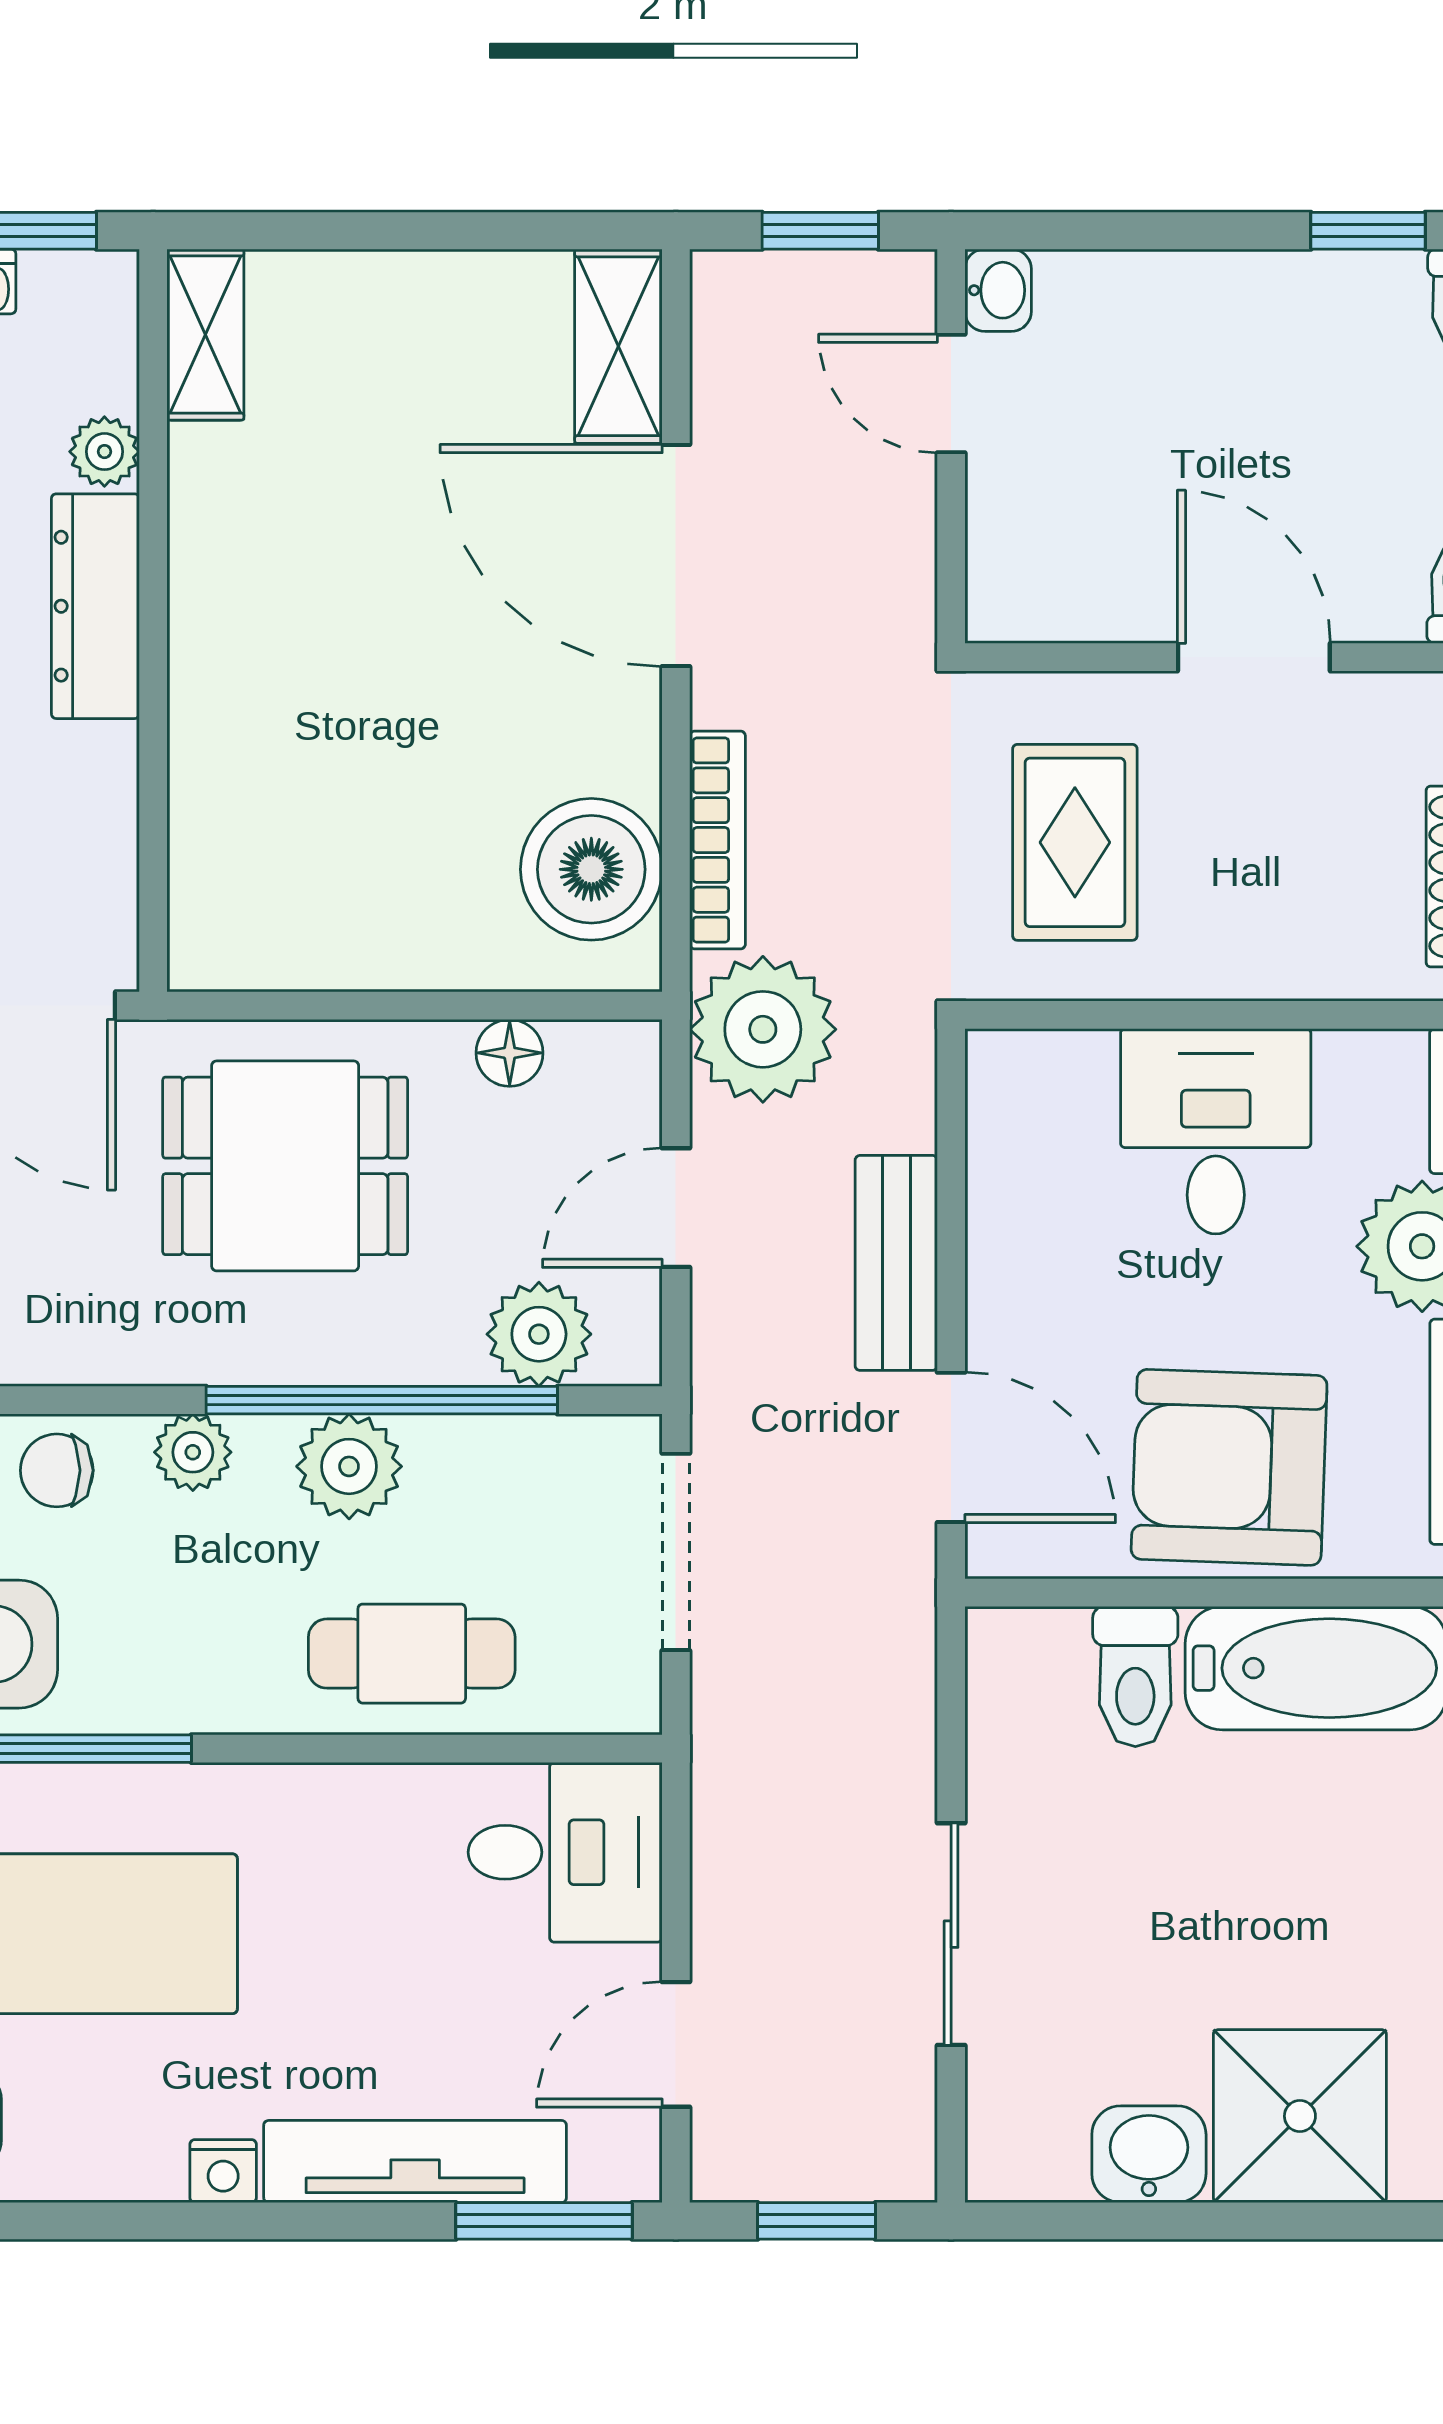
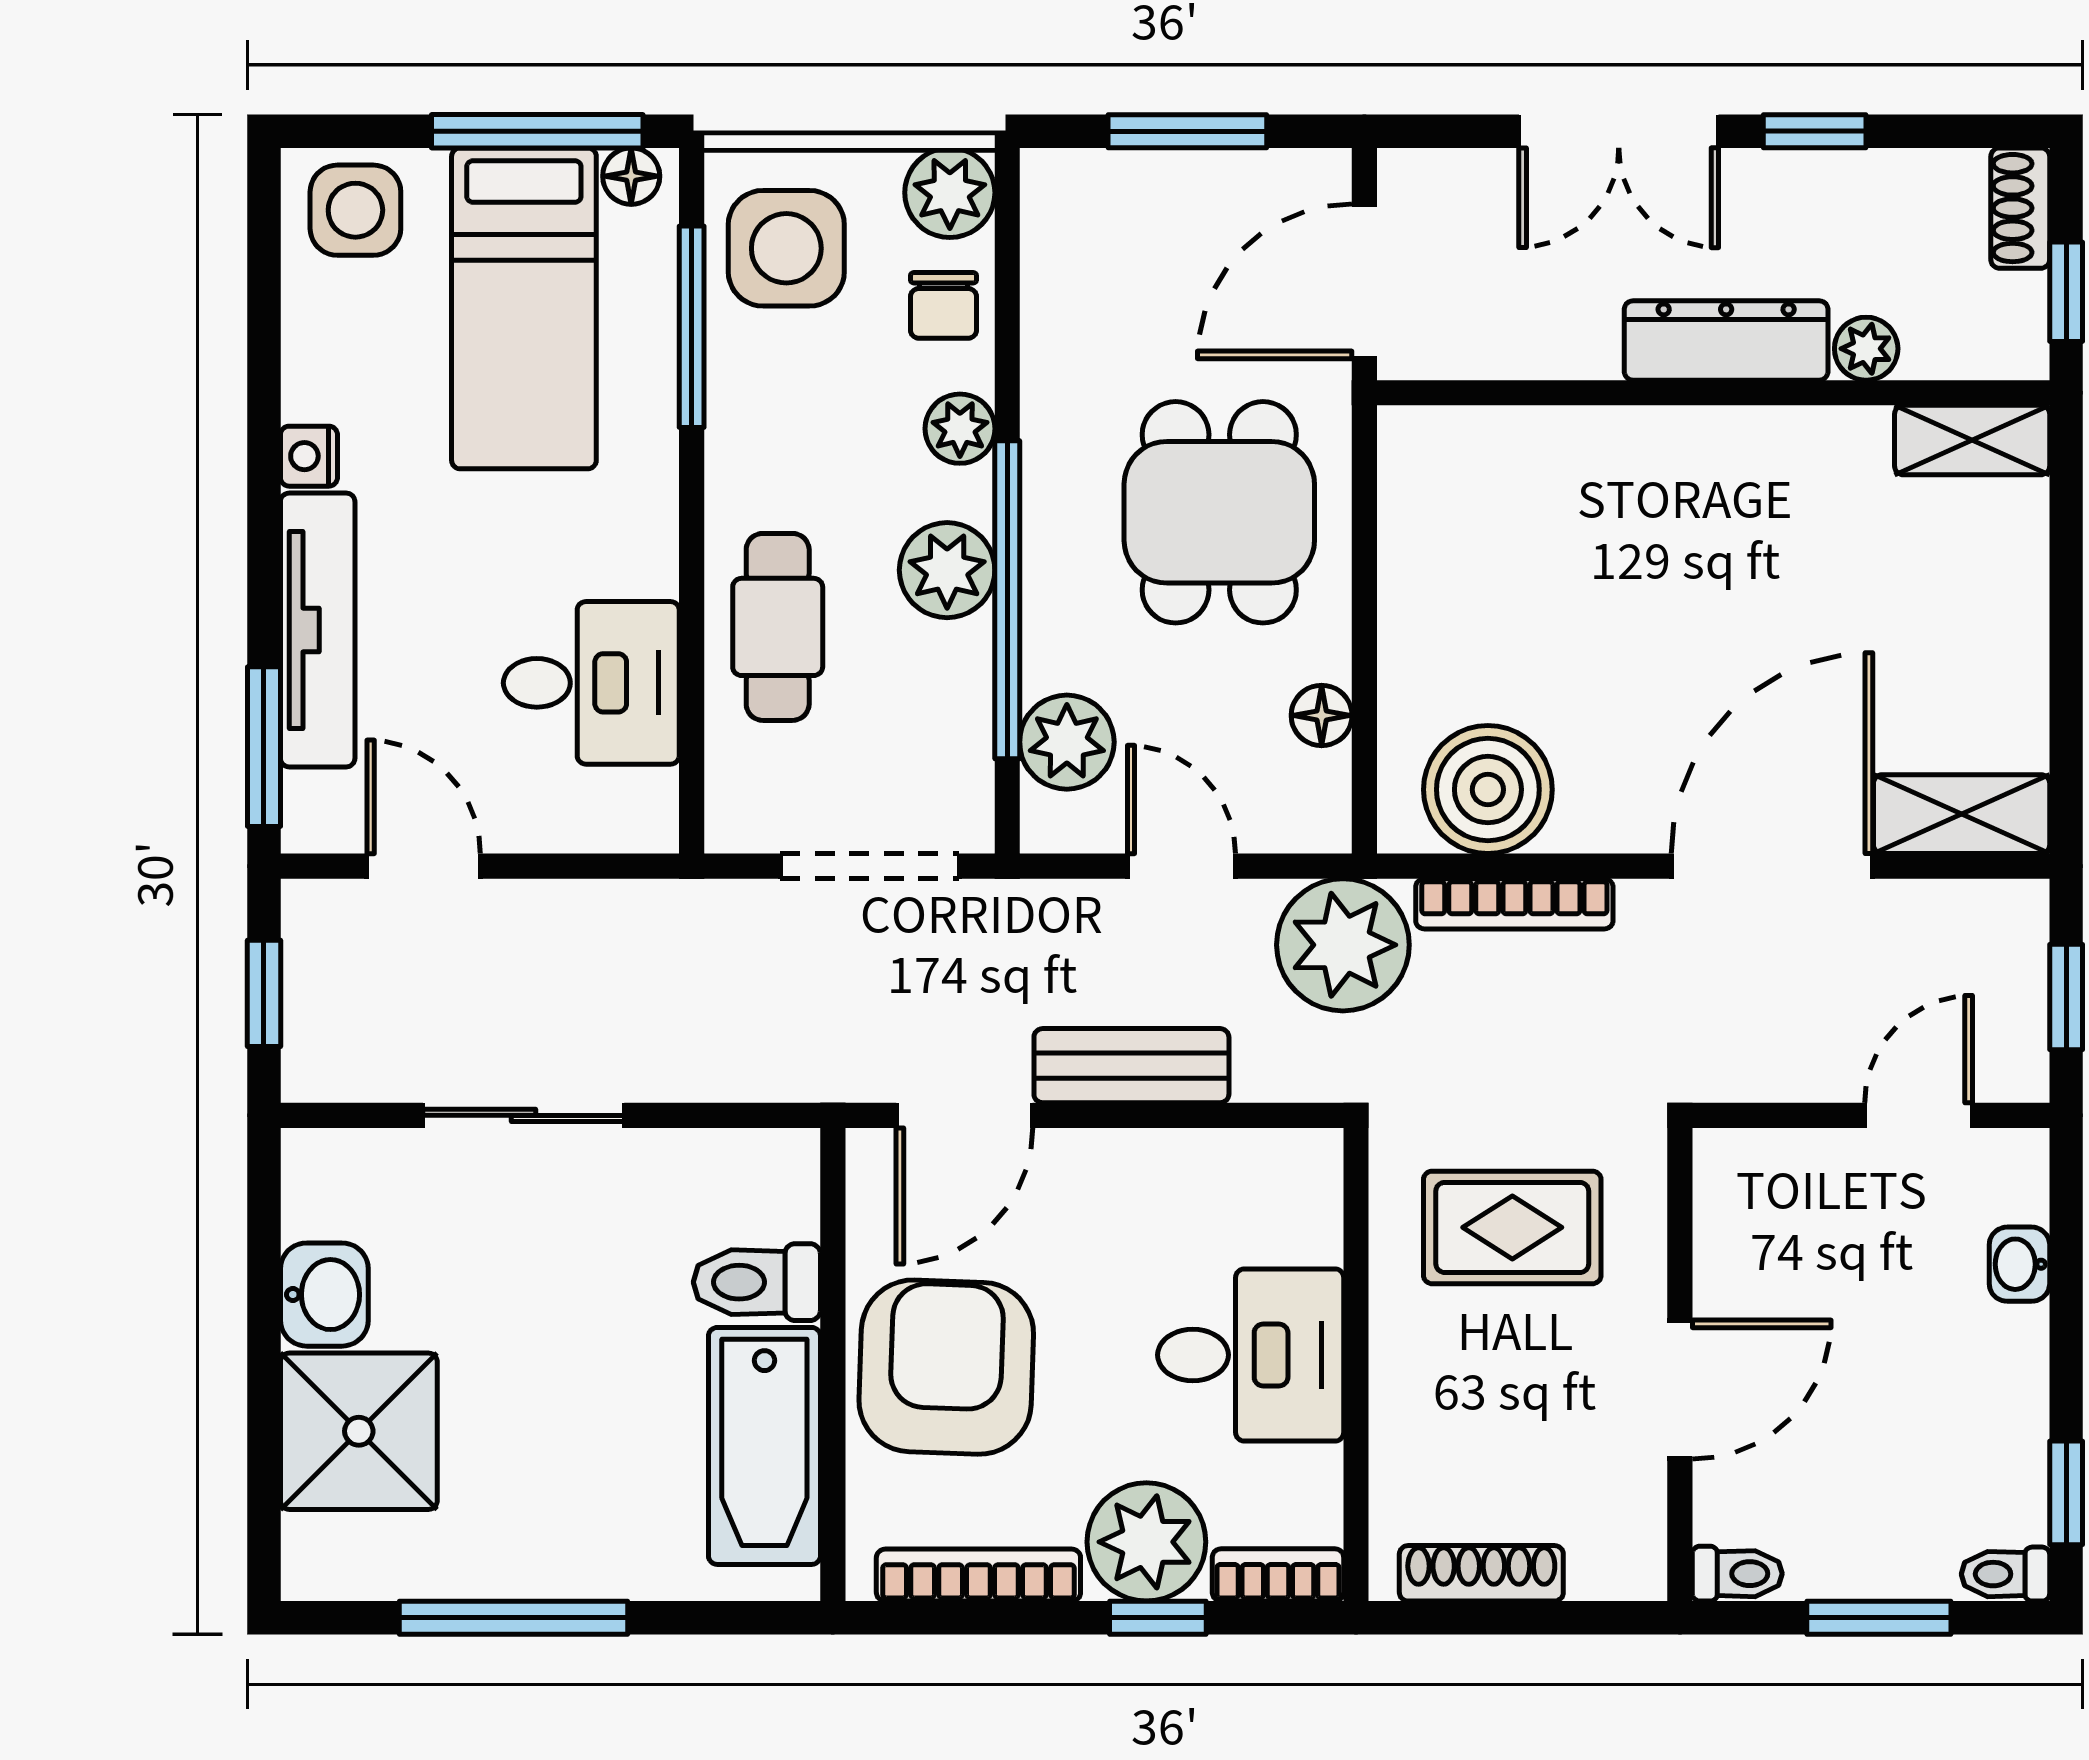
washbasin: (998, 290) -> (2019, 1264), moved, turned 90
chair: (57, 1470) -> (944, 305), turned 180
desk: (565, 1852) -> (591, 683), moved, turned -90

